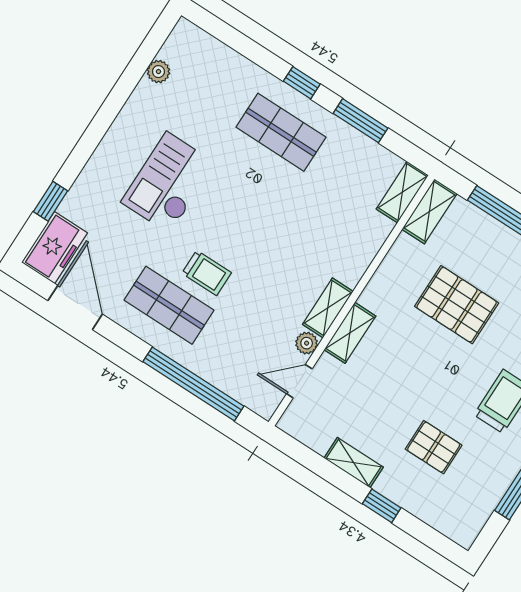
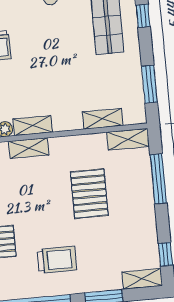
window: (361, 121) -> (149, 84), moved
shelving: (402, 192) -> (103, 119), moved

